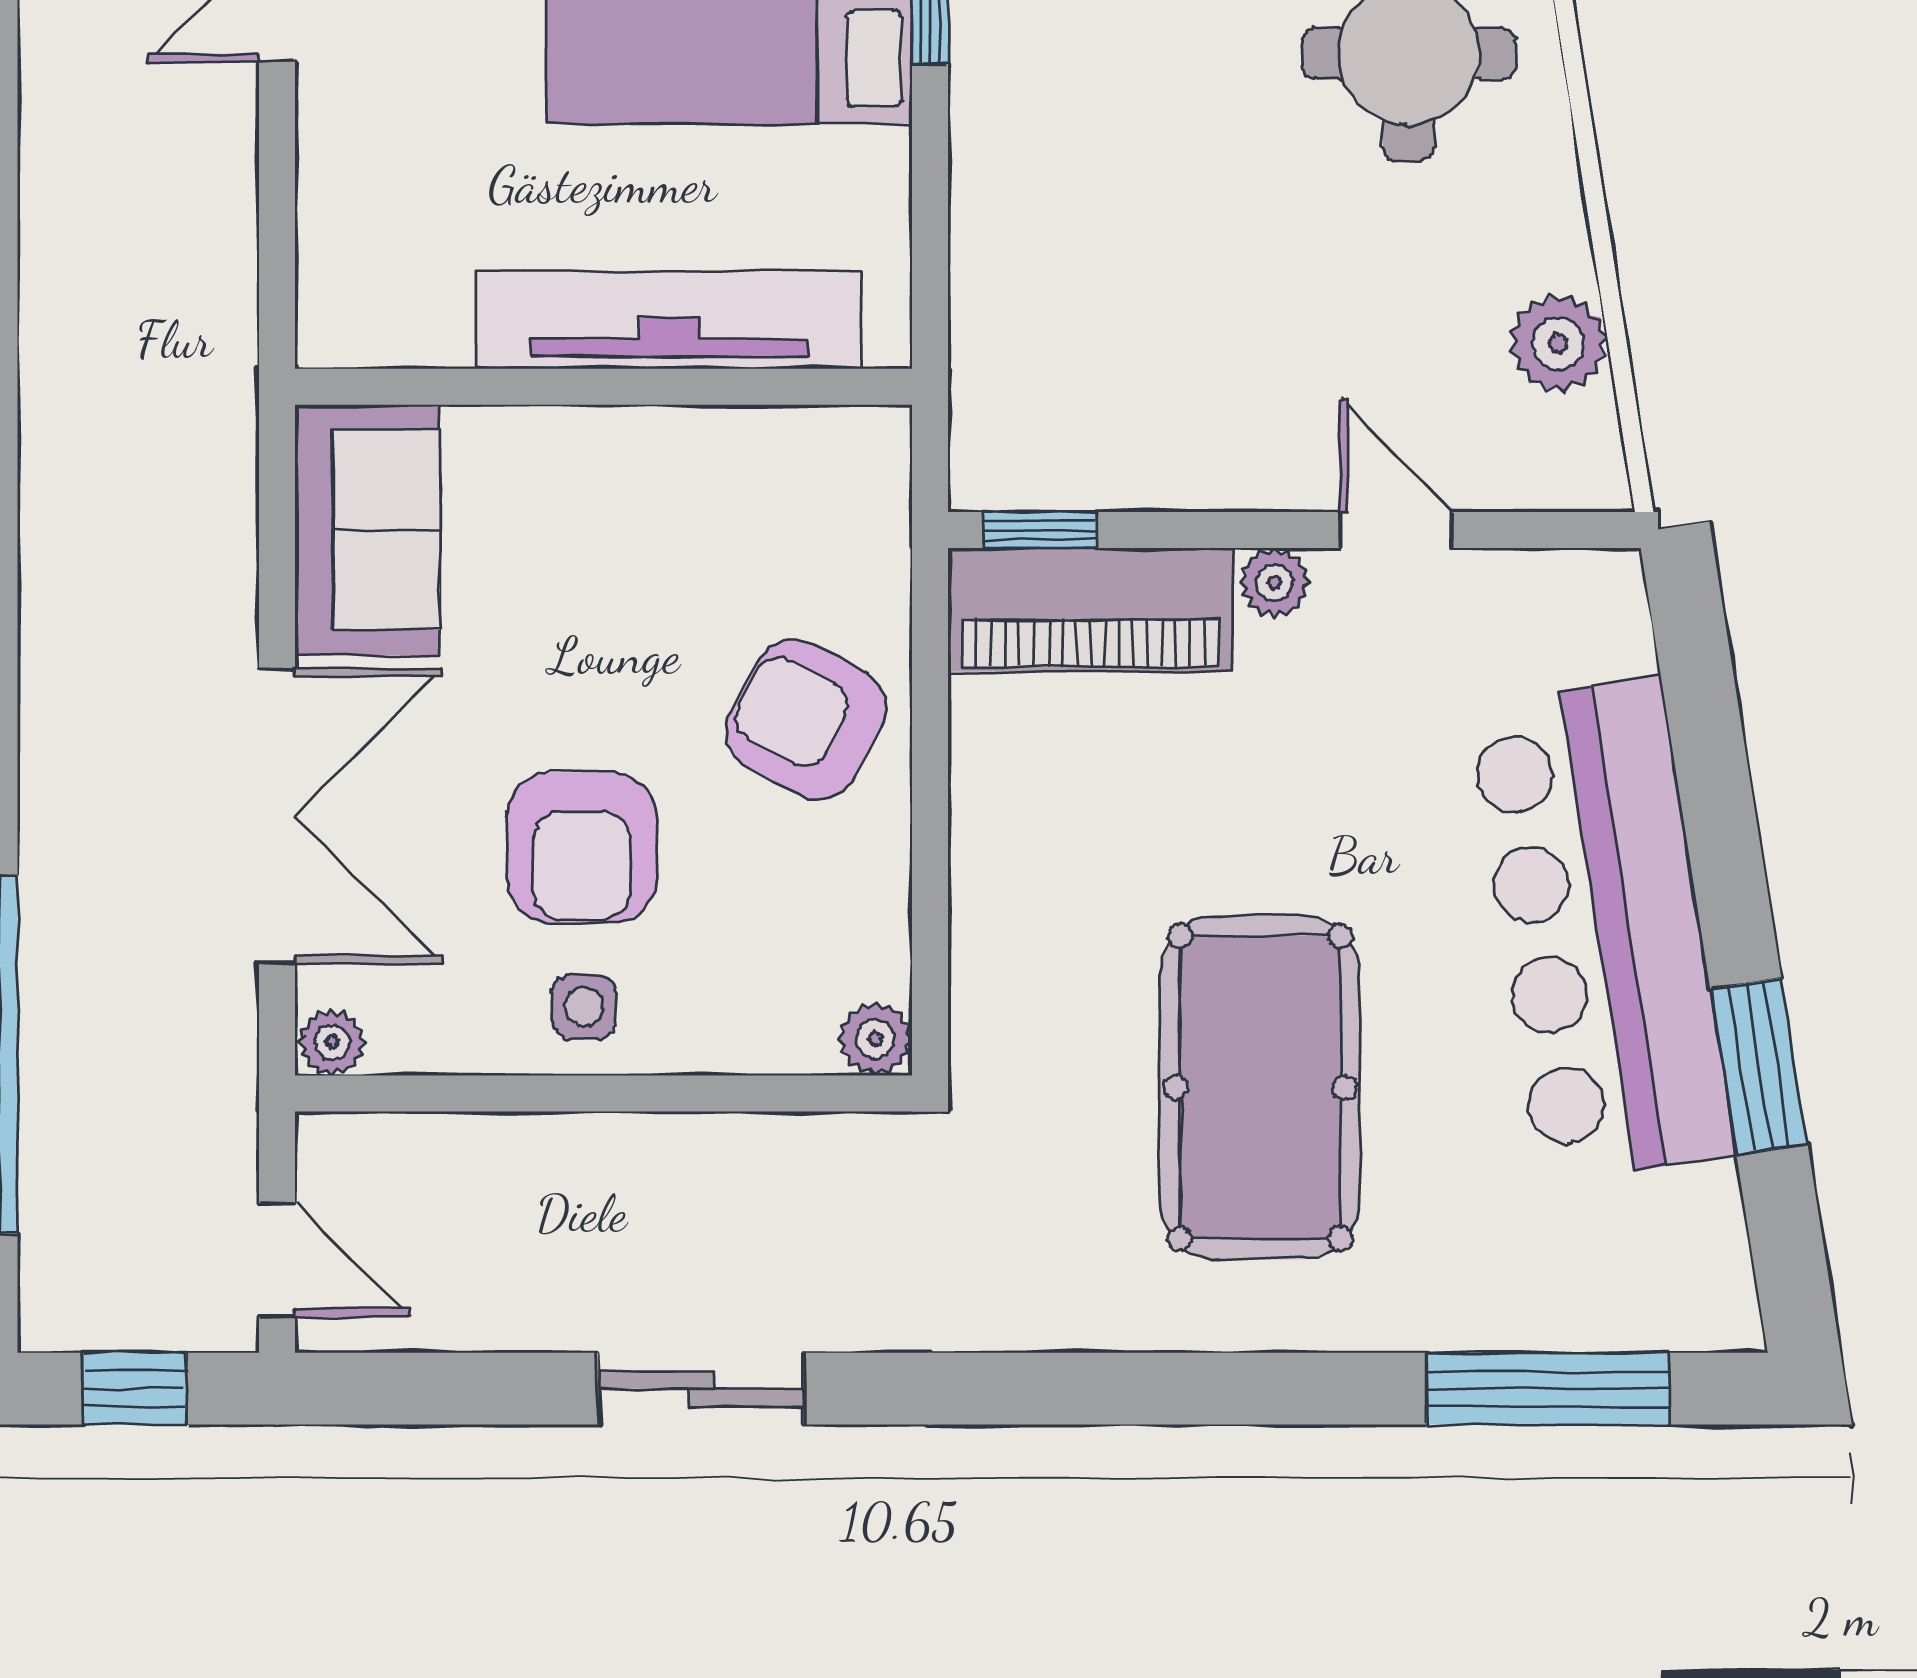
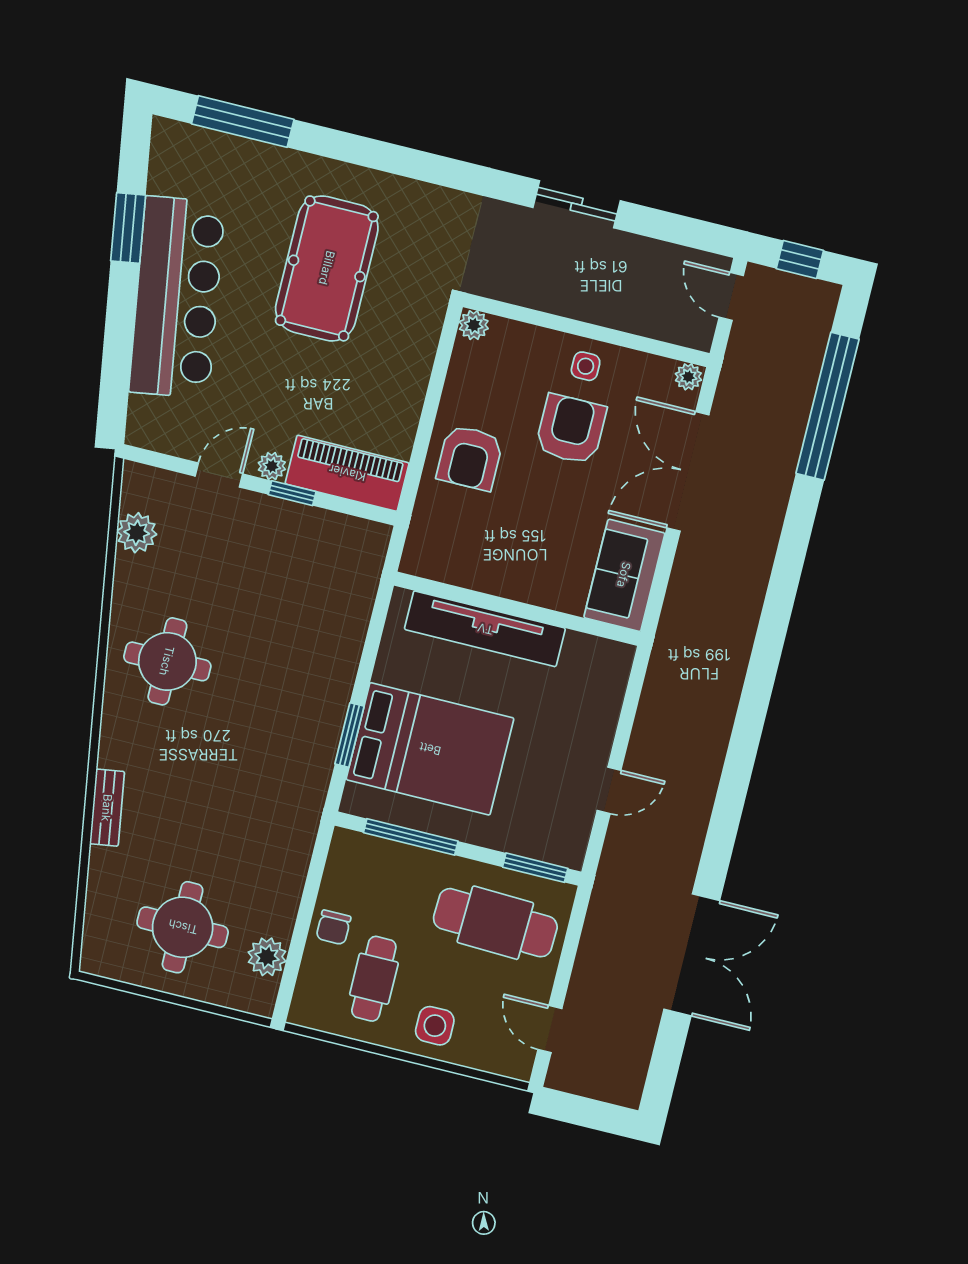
window: (1040, 530) -> (292, 493), moved
door: (1396, 530) -> (219, 475), swing flipped
armchair: (806, 719) -> (470, 458), turned 62

